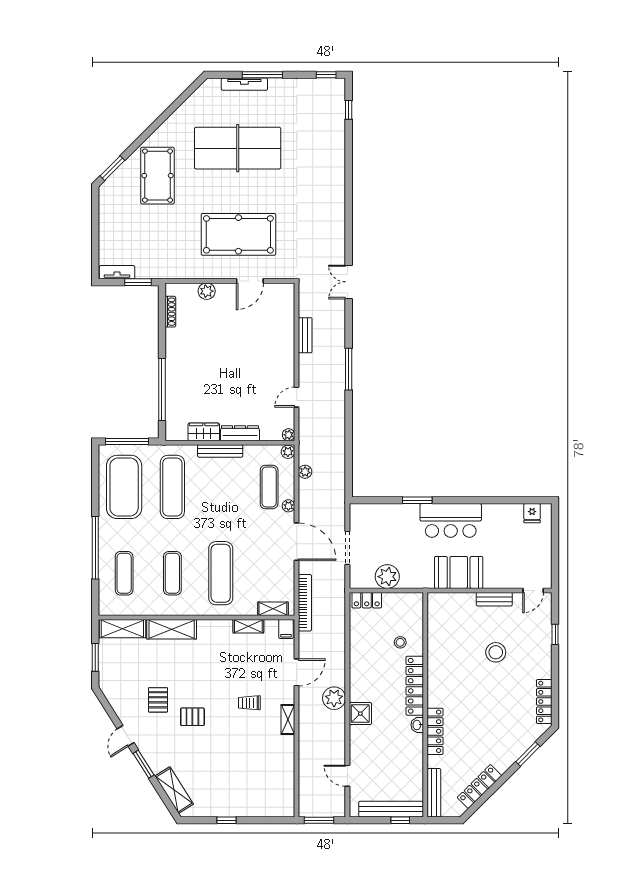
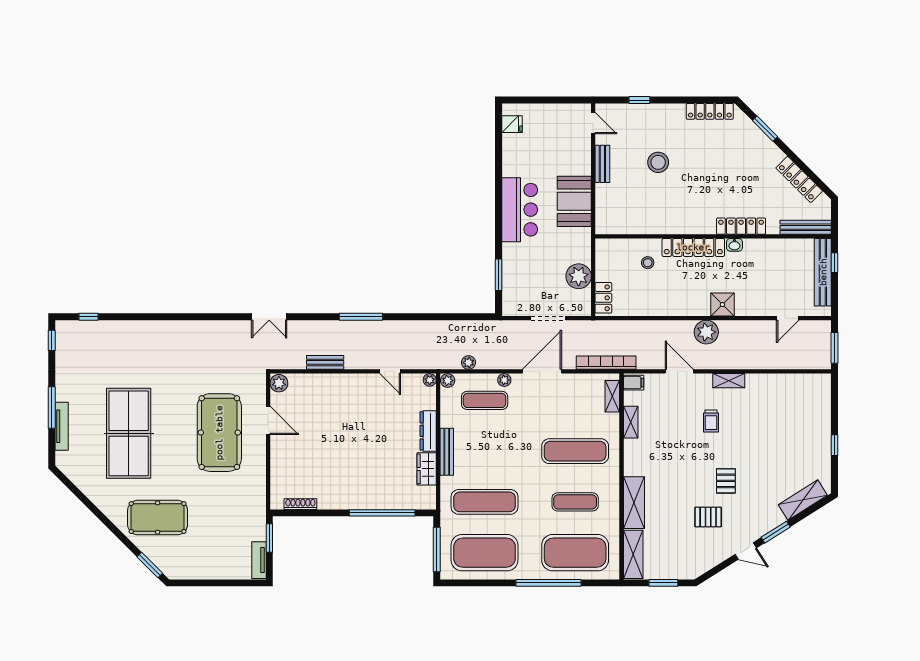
plant: (207, 291) -> (279, 383), moved
window: (417, 500) -> (498, 275), moved
exercise mat: (124, 573) -> (575, 553), width x2.00, depth x1.45

